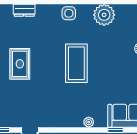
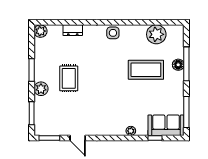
plant: (104, 15) -> (156, 34), moved
coffee table: (76, 63) -> (146, 70), moved, turned 90

